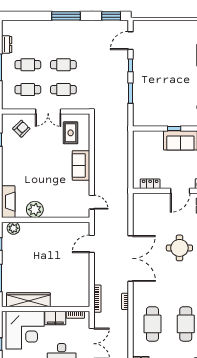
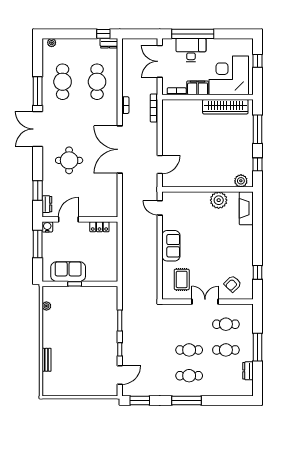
cafe table: (63, 90) -> (189, 376), moved

